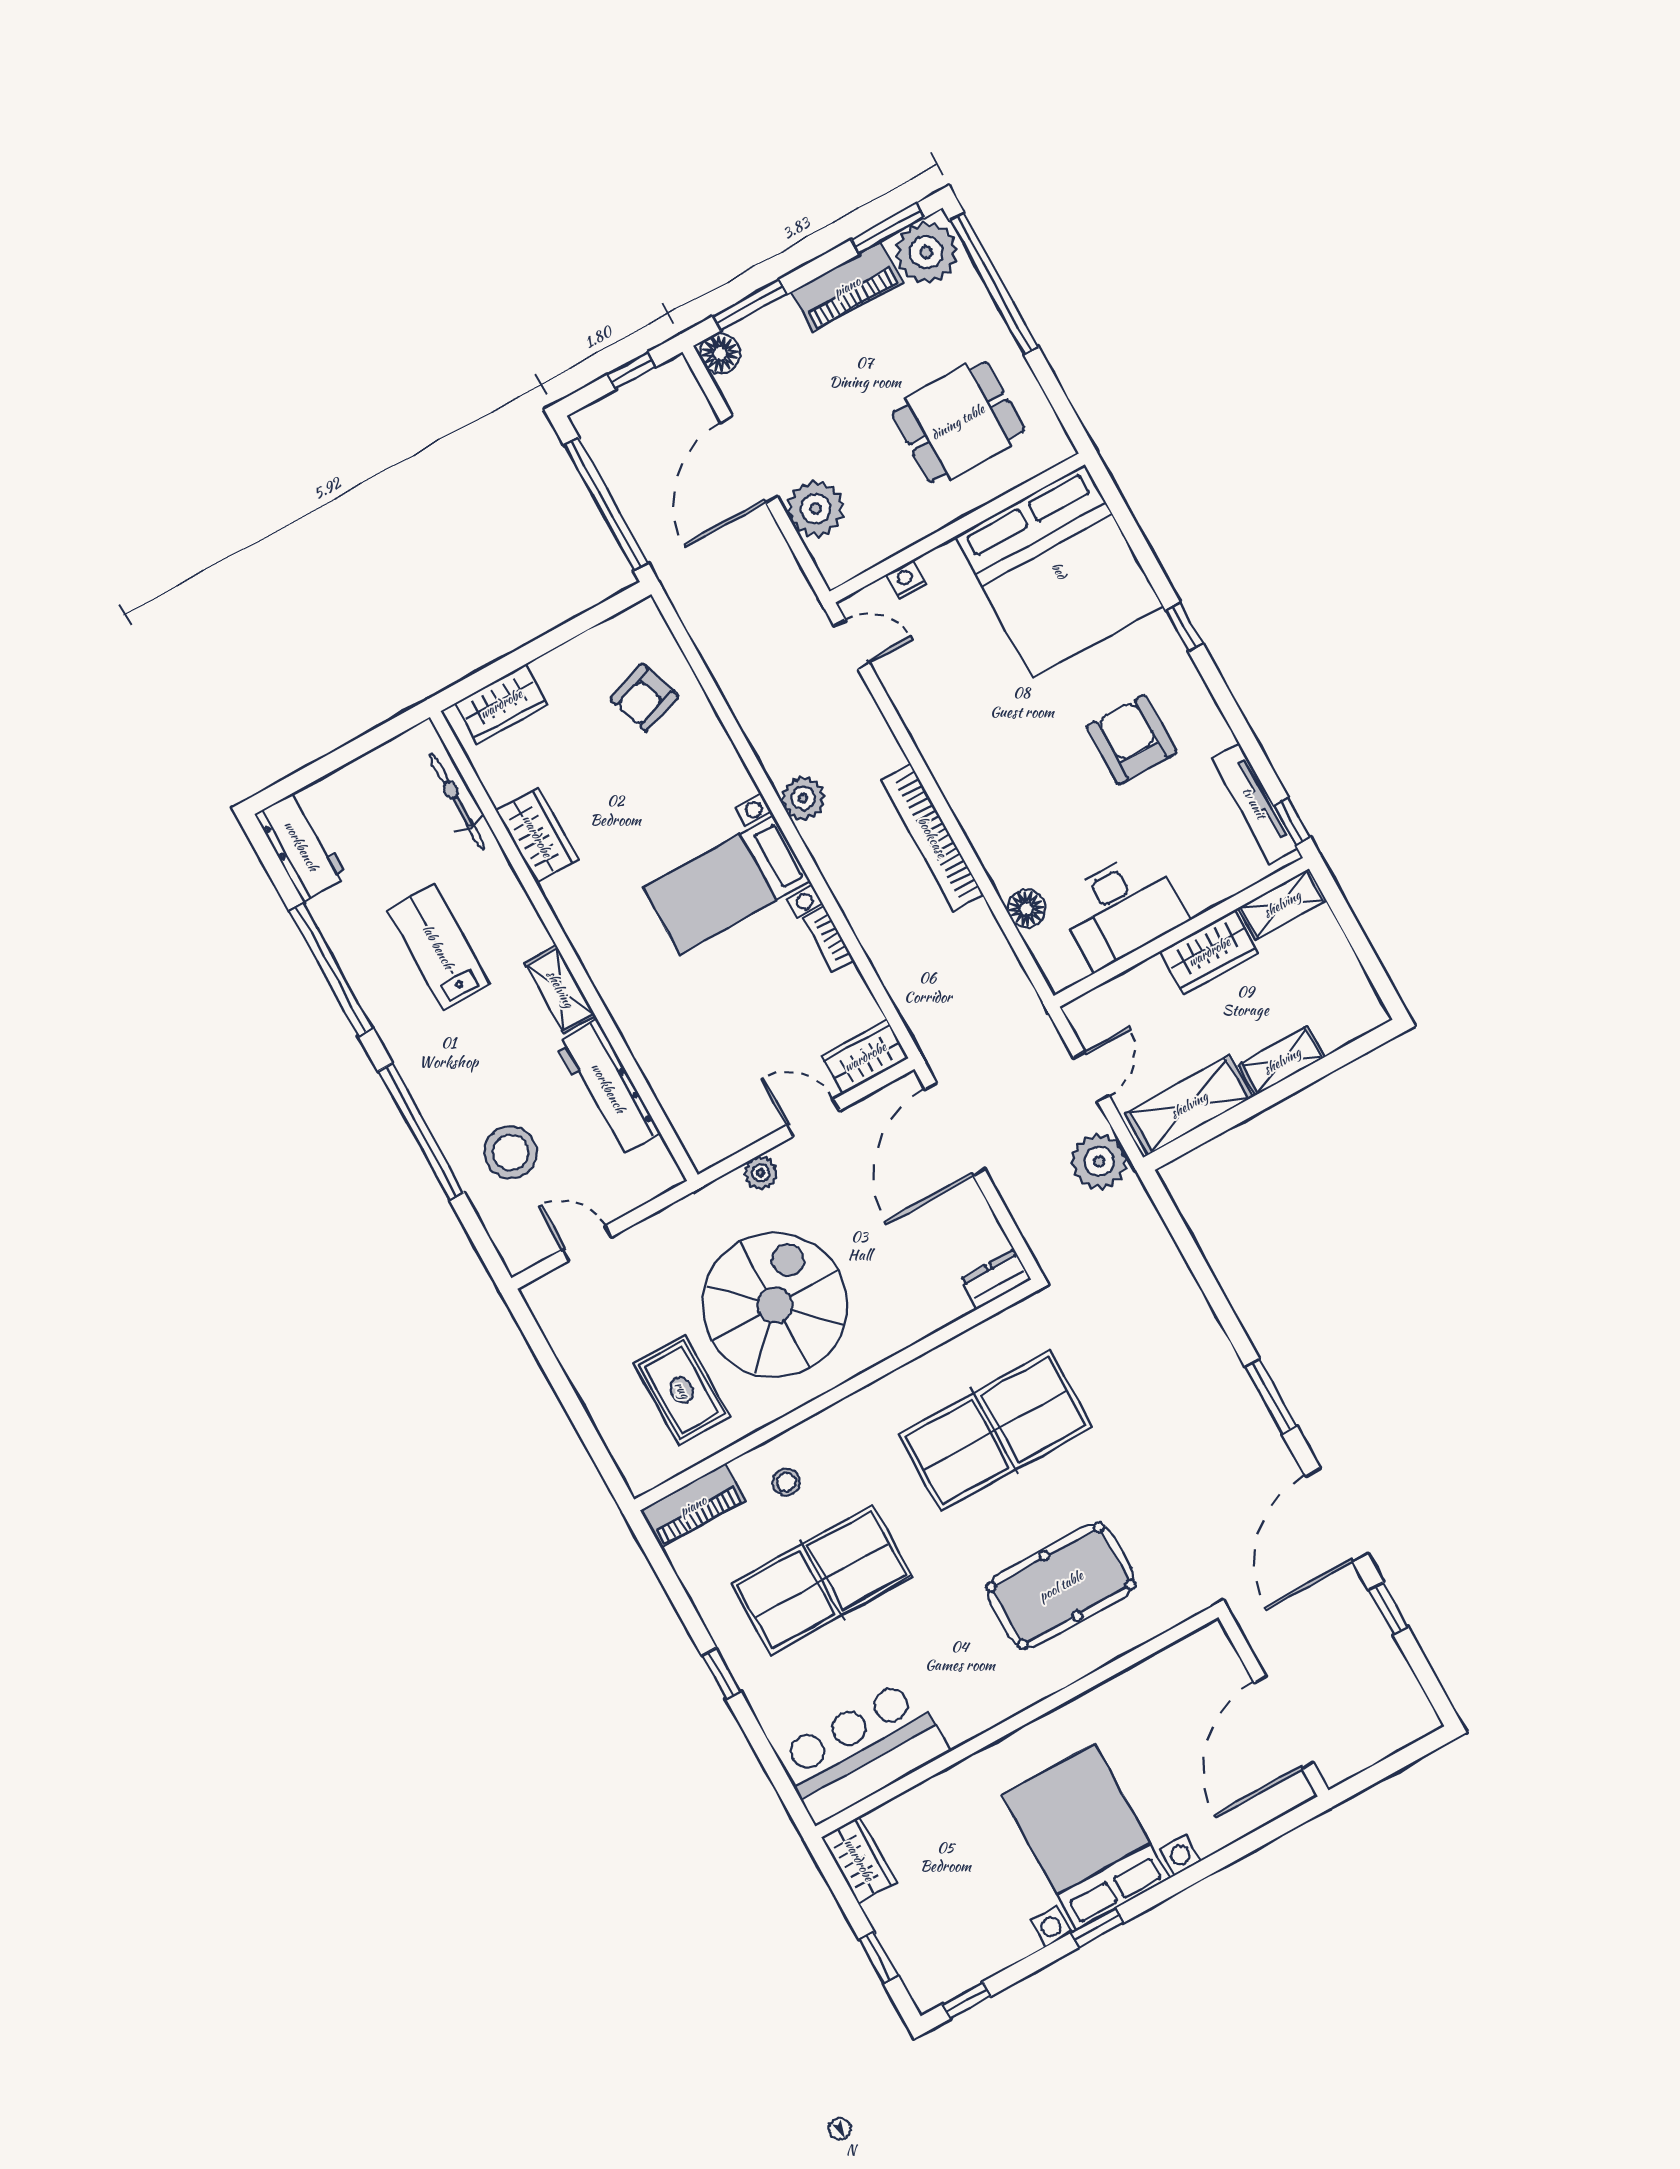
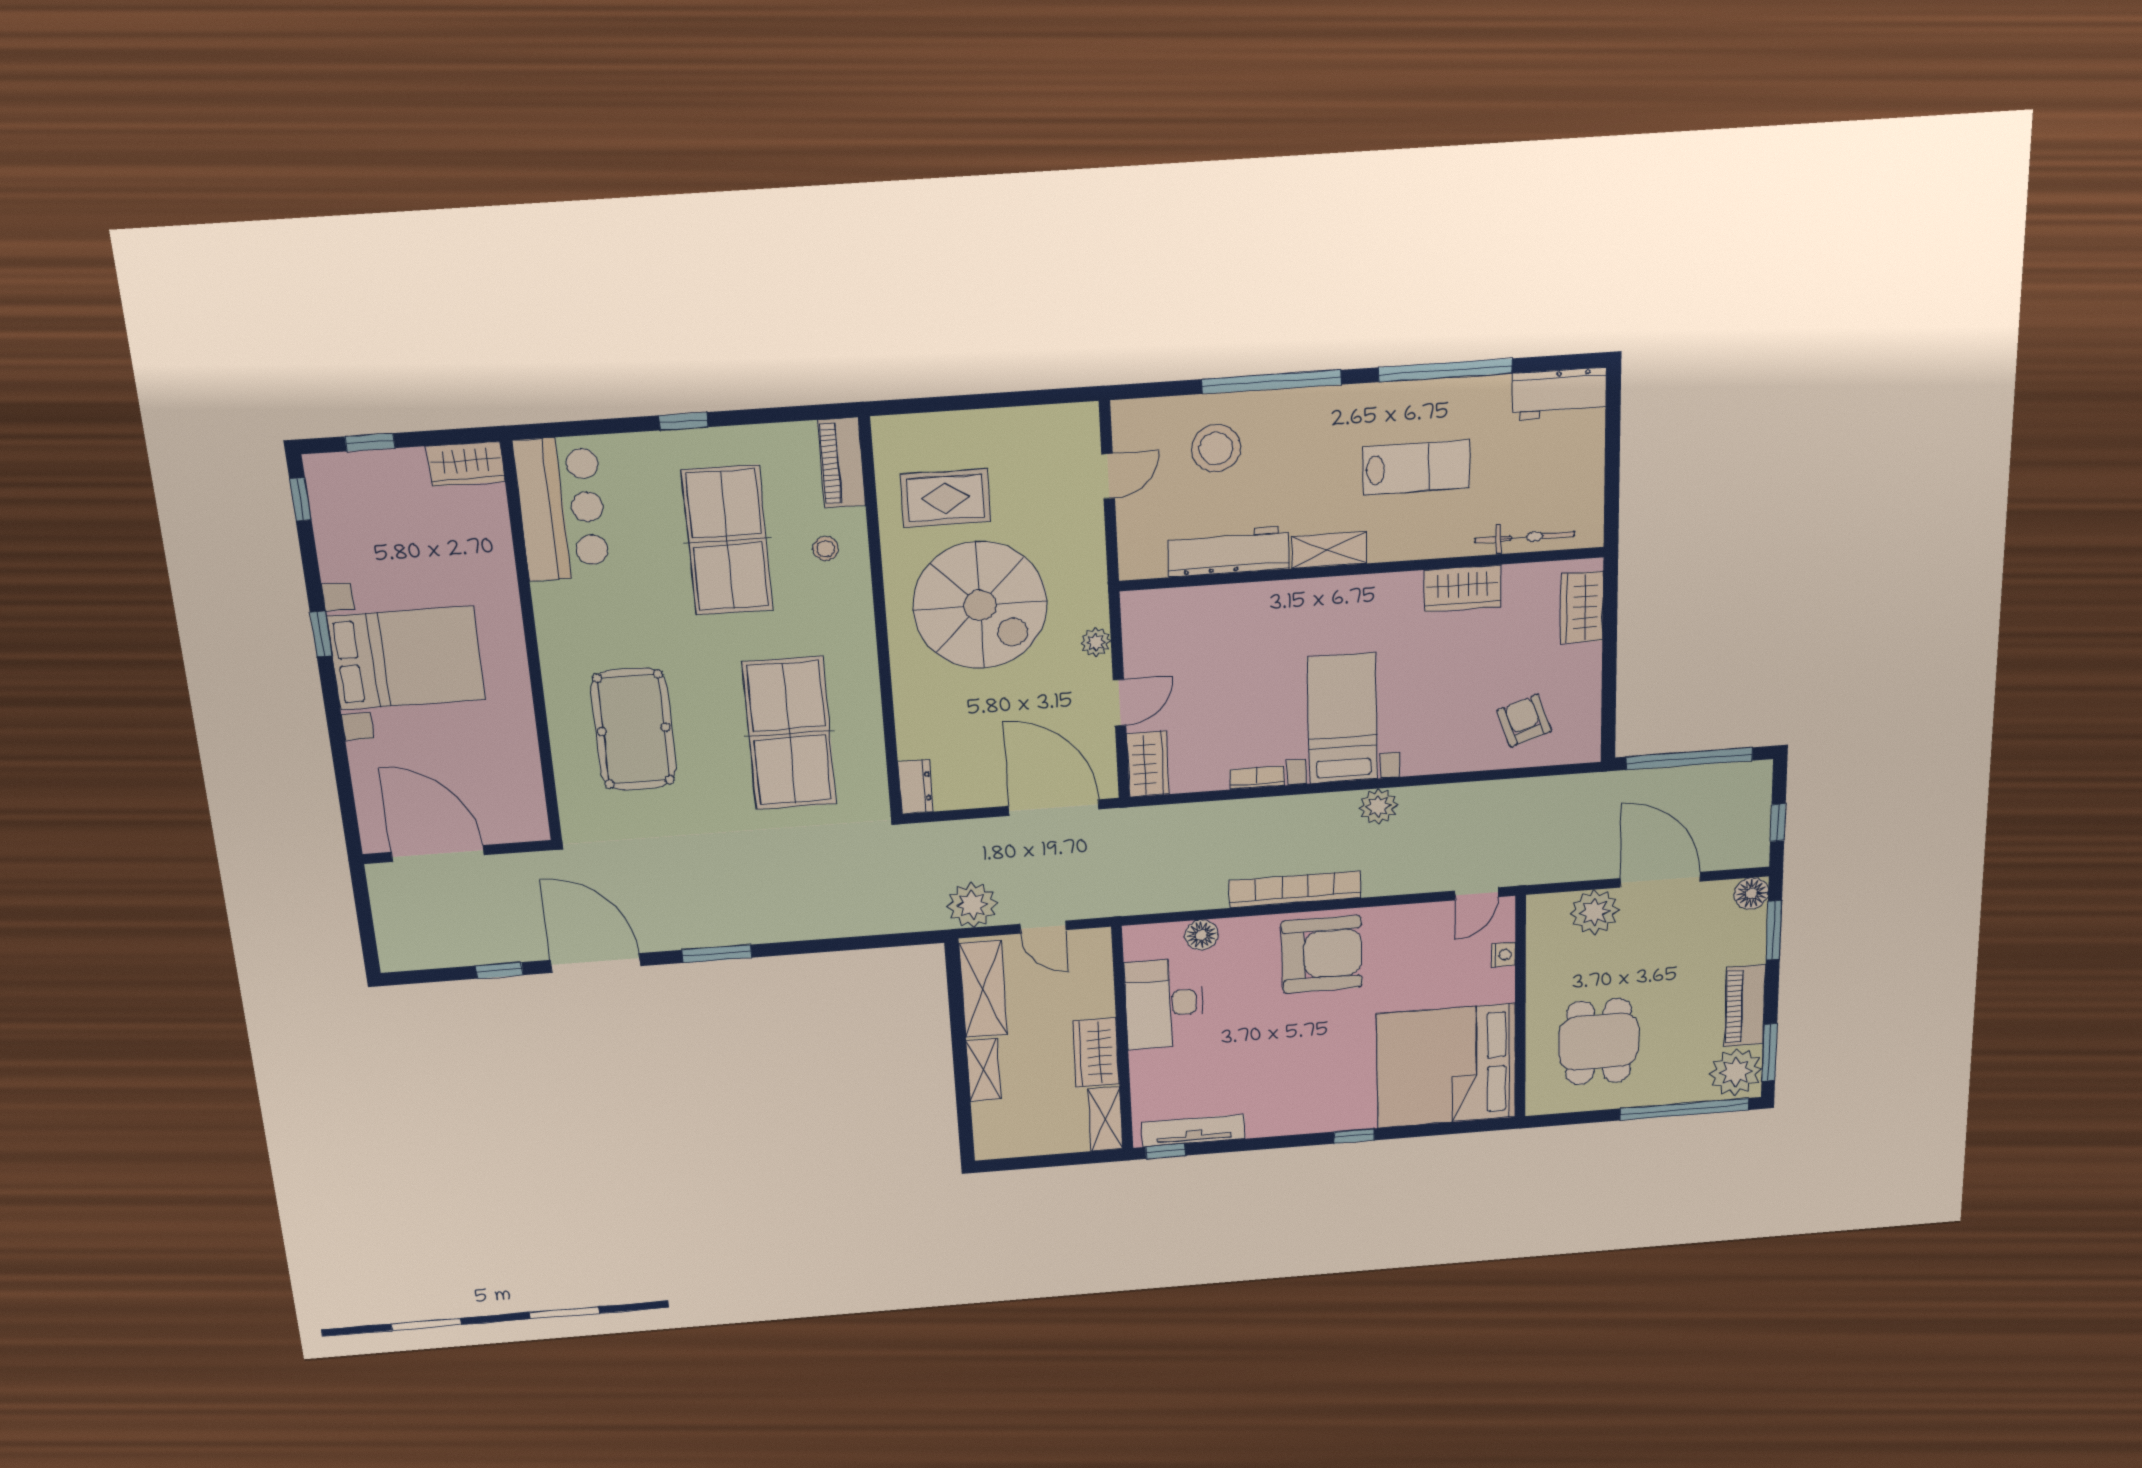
armchair: (1131, 740) -> (1322, 954), moved, width x1.36, depth x1.36

